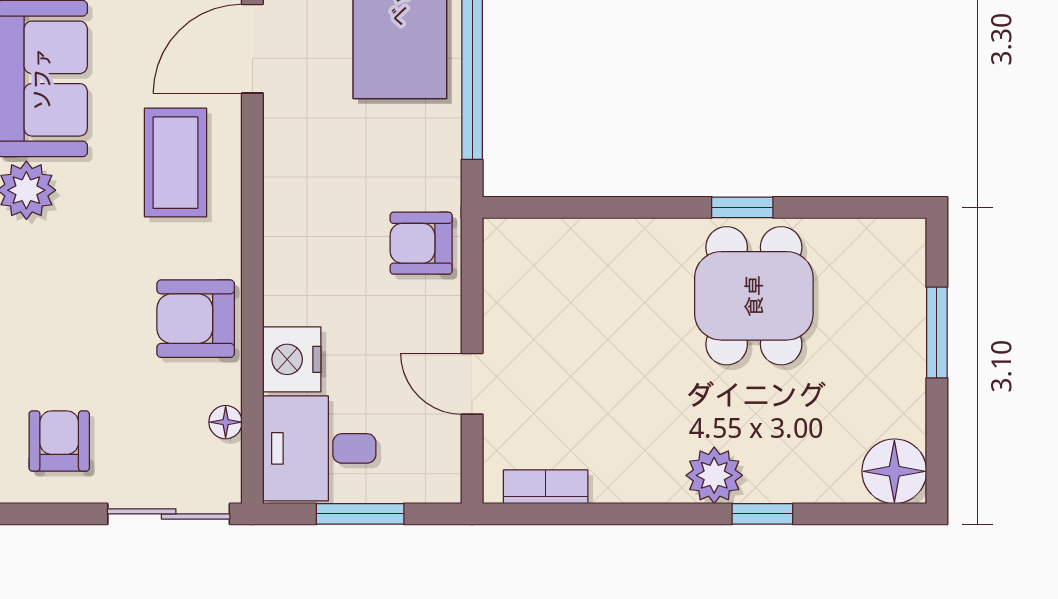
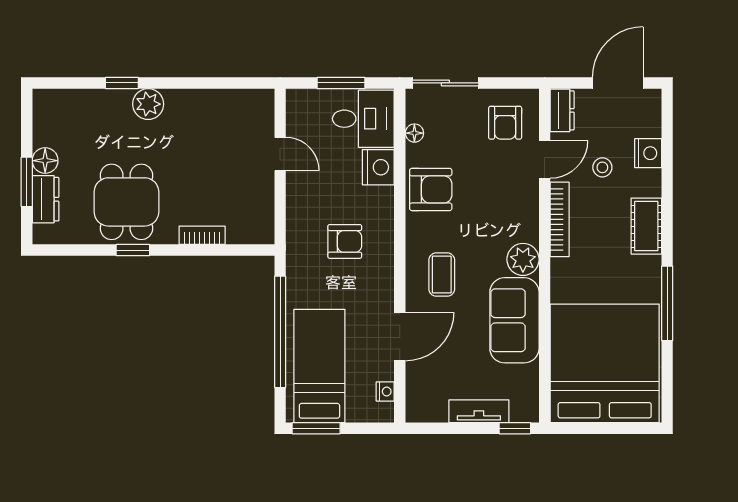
coffee table: (175, 163) -> (442, 275), width x0.73, depth x0.77
armchair: (421, 243) -> (345, 241), moved
dresser: (902, 301) -> (46, 199), added
floor lamp: (894, 471) -> (45, 161), moved, width x0.73, depth x0.73
bookcase: (546, 487) -> (202, 235), moved, turned 180

